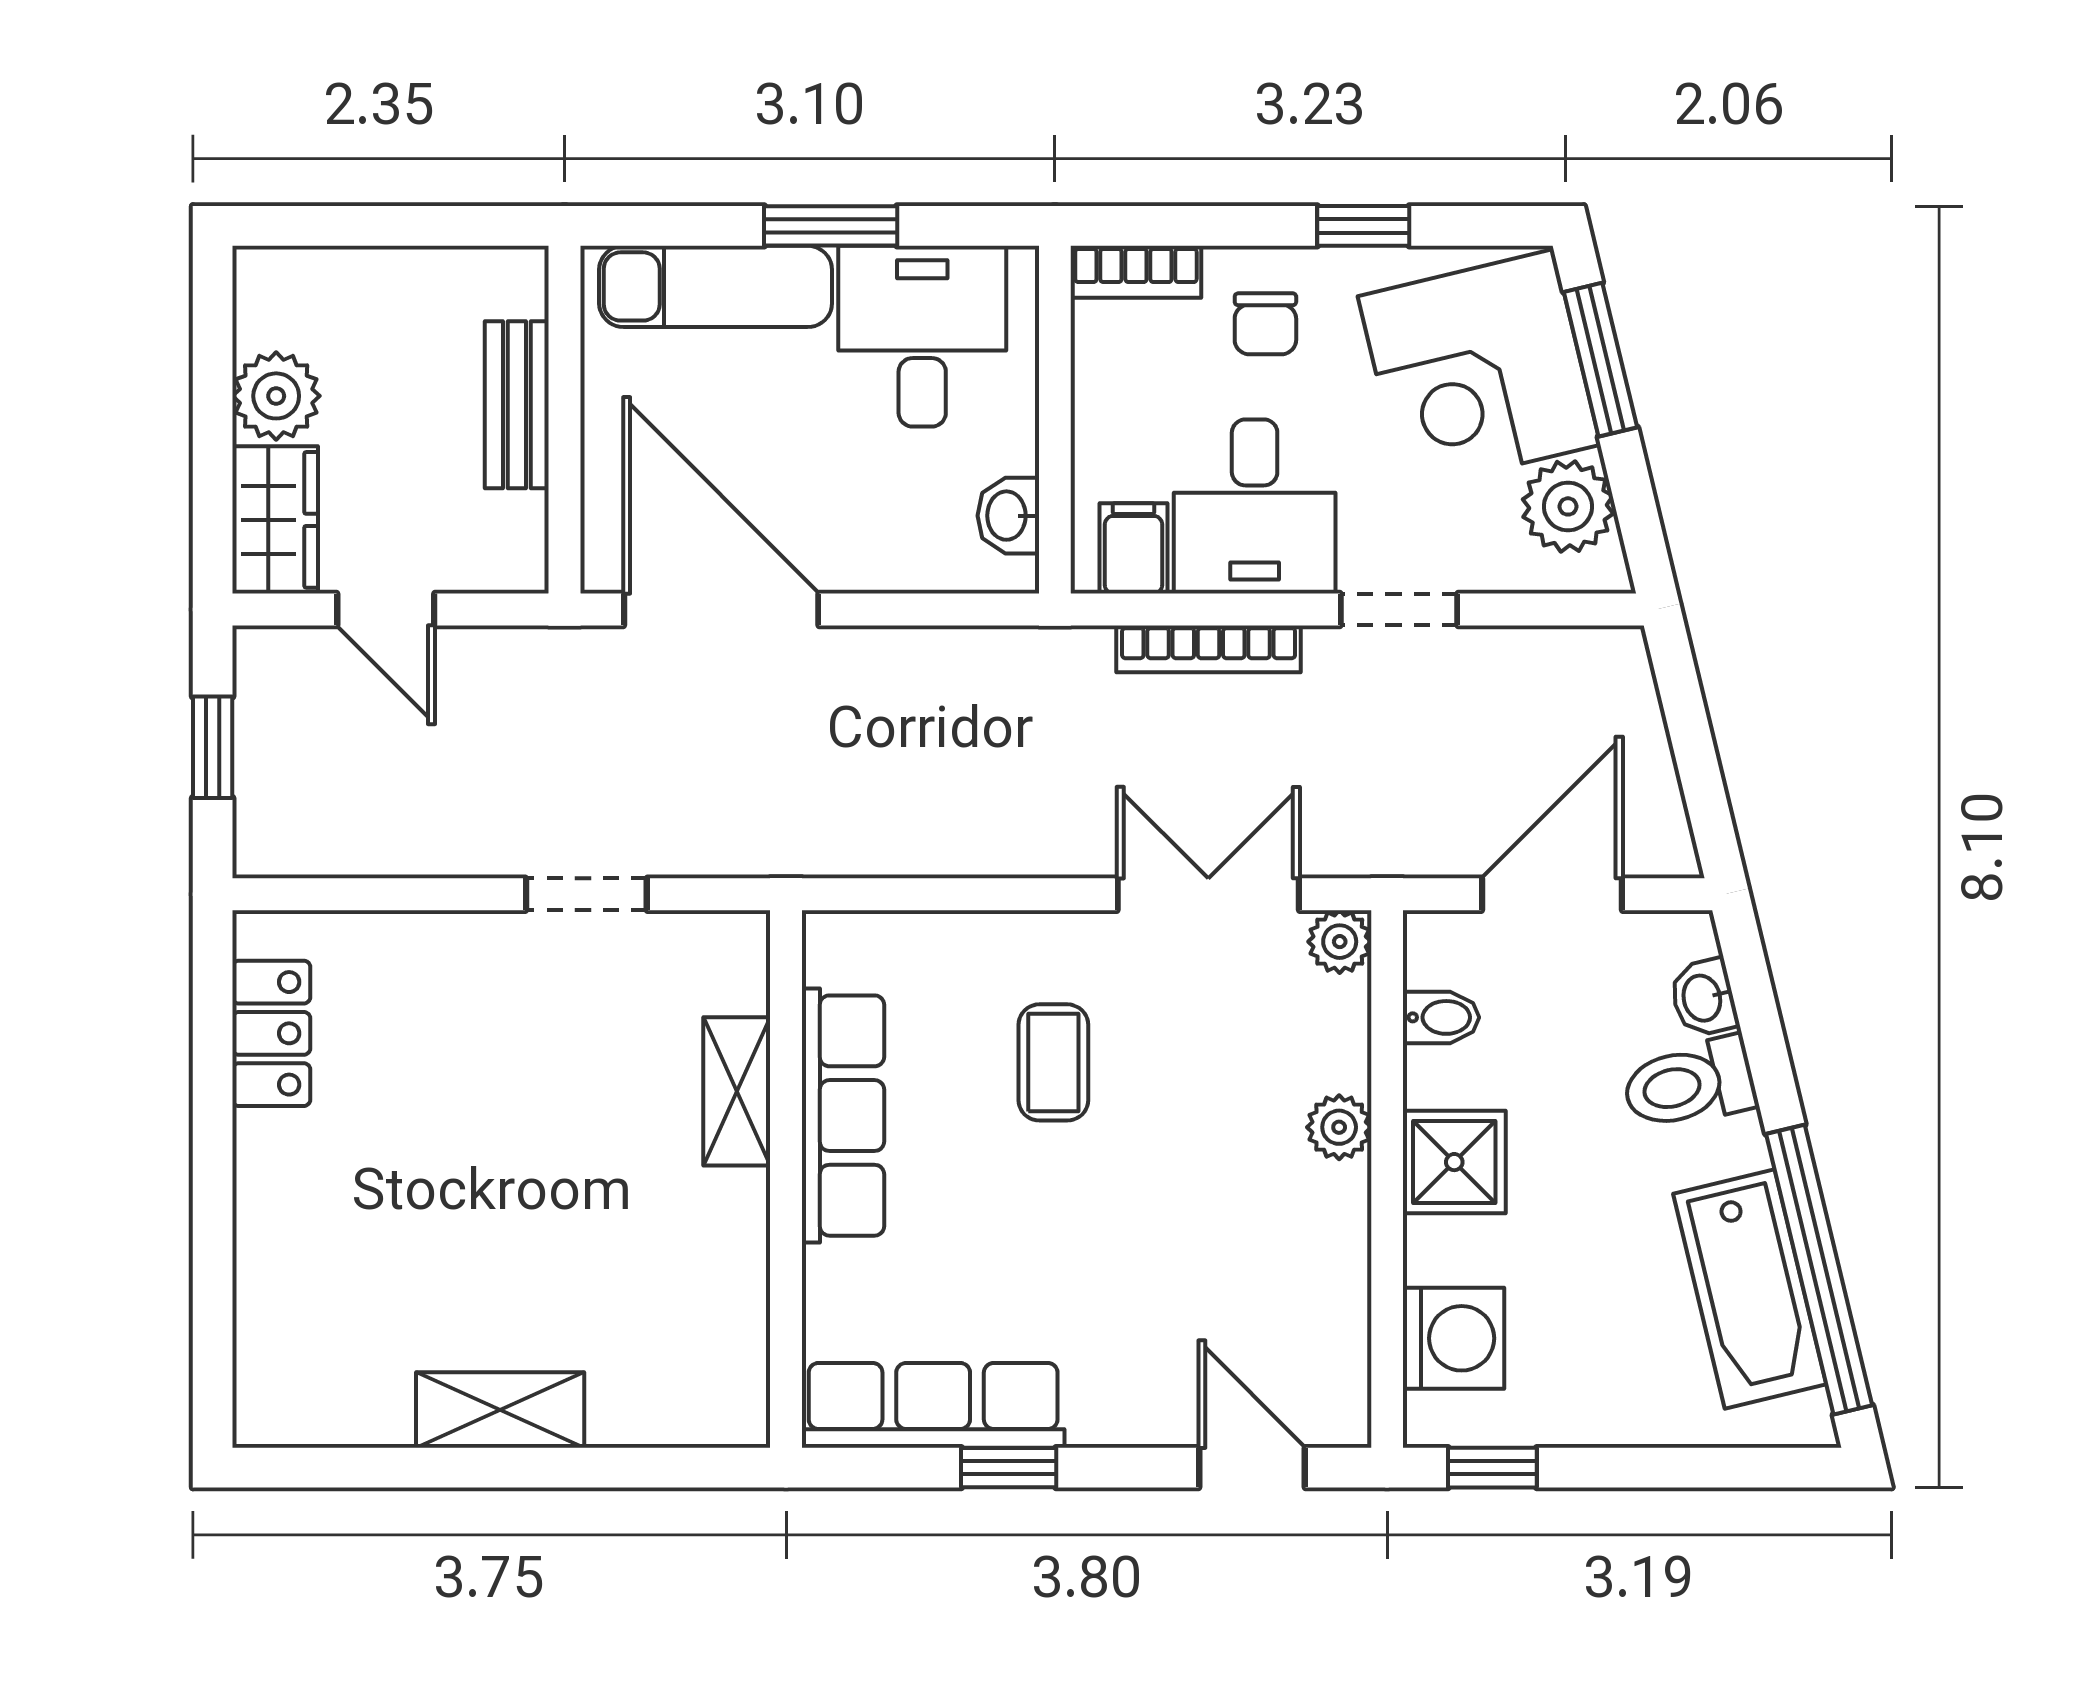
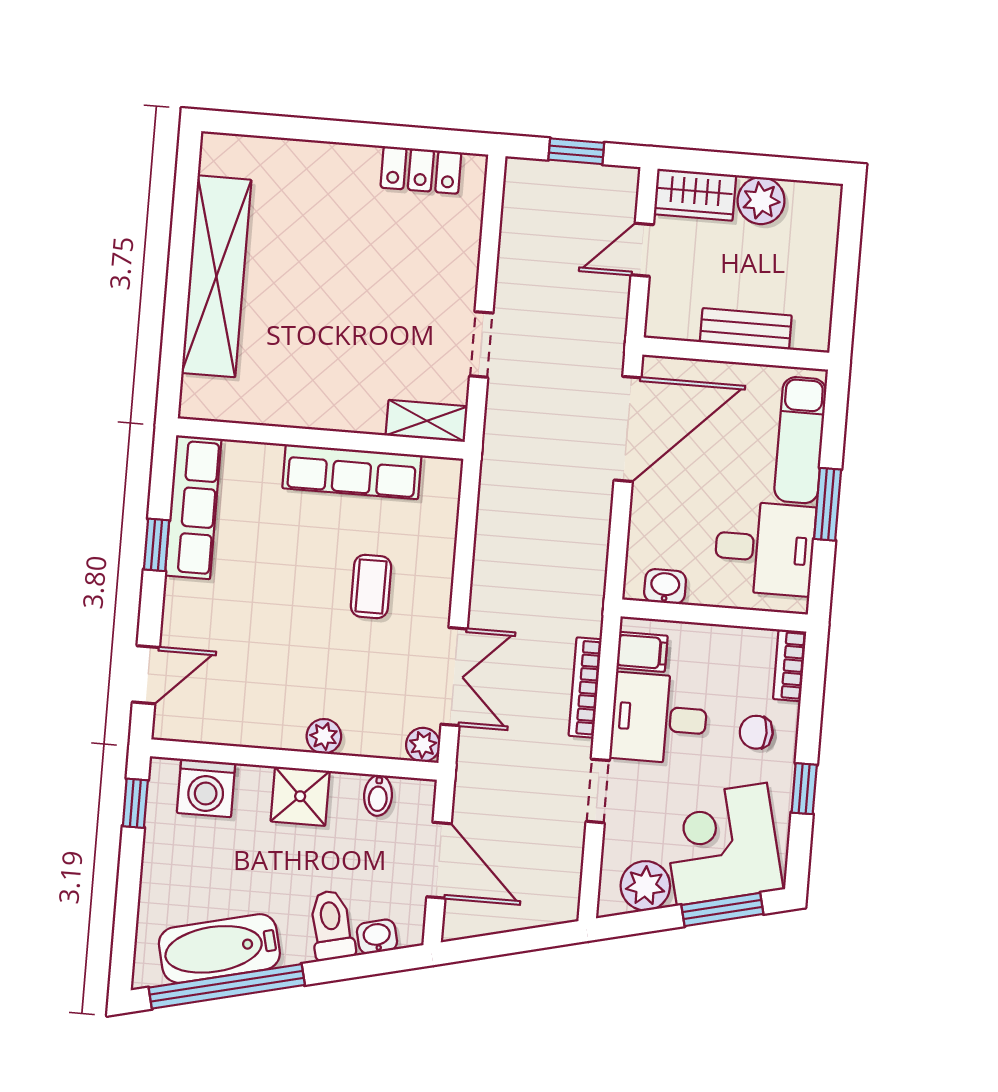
coffee table: (1053, 1062) -> (371, 586), turned 90
shelving: (737, 1091) -> (427, 421), moved
shelving: (500, 1410) -> (216, 276), width x2.20, depth x1.33

